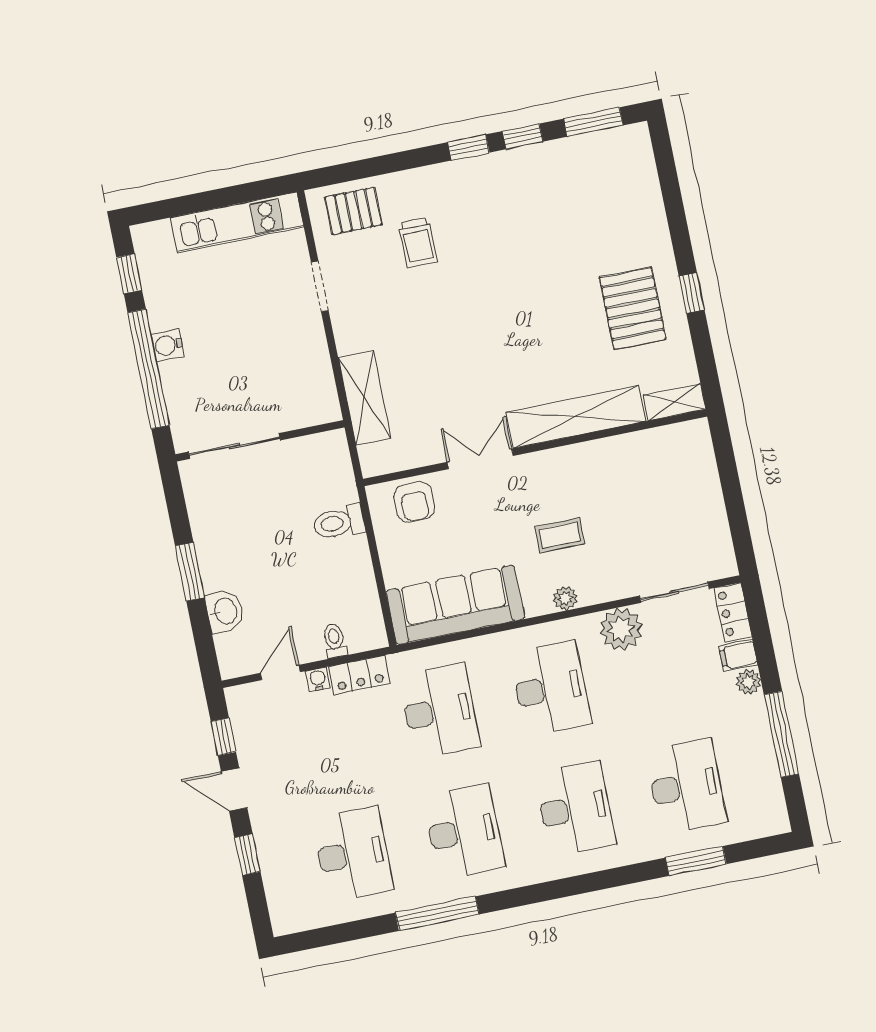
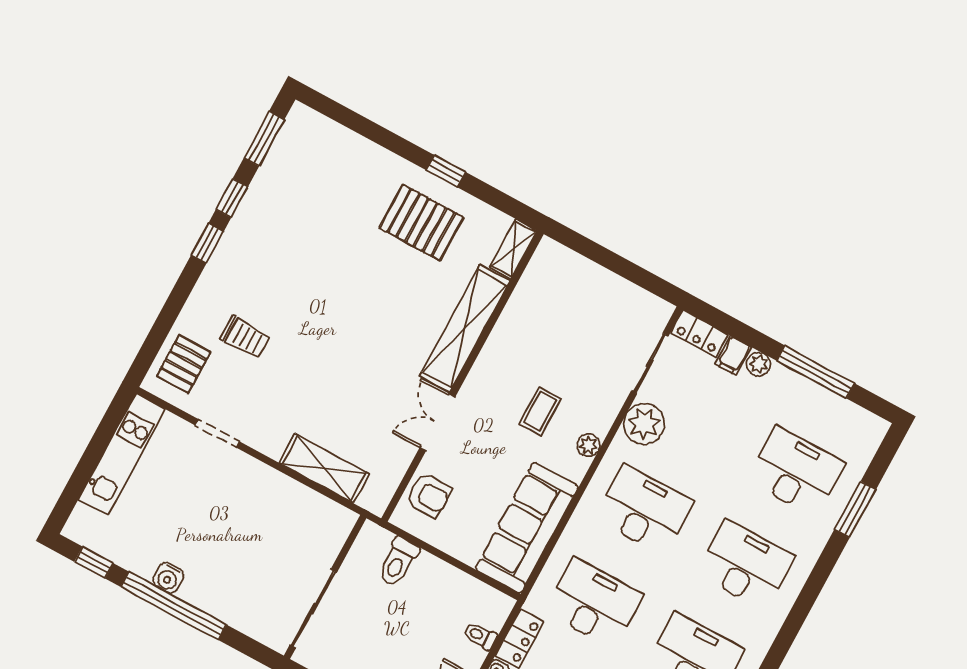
wall: (260, 441) -> (325, 587), moved
sliding door: (234, 446) -> (313, 608), moved

